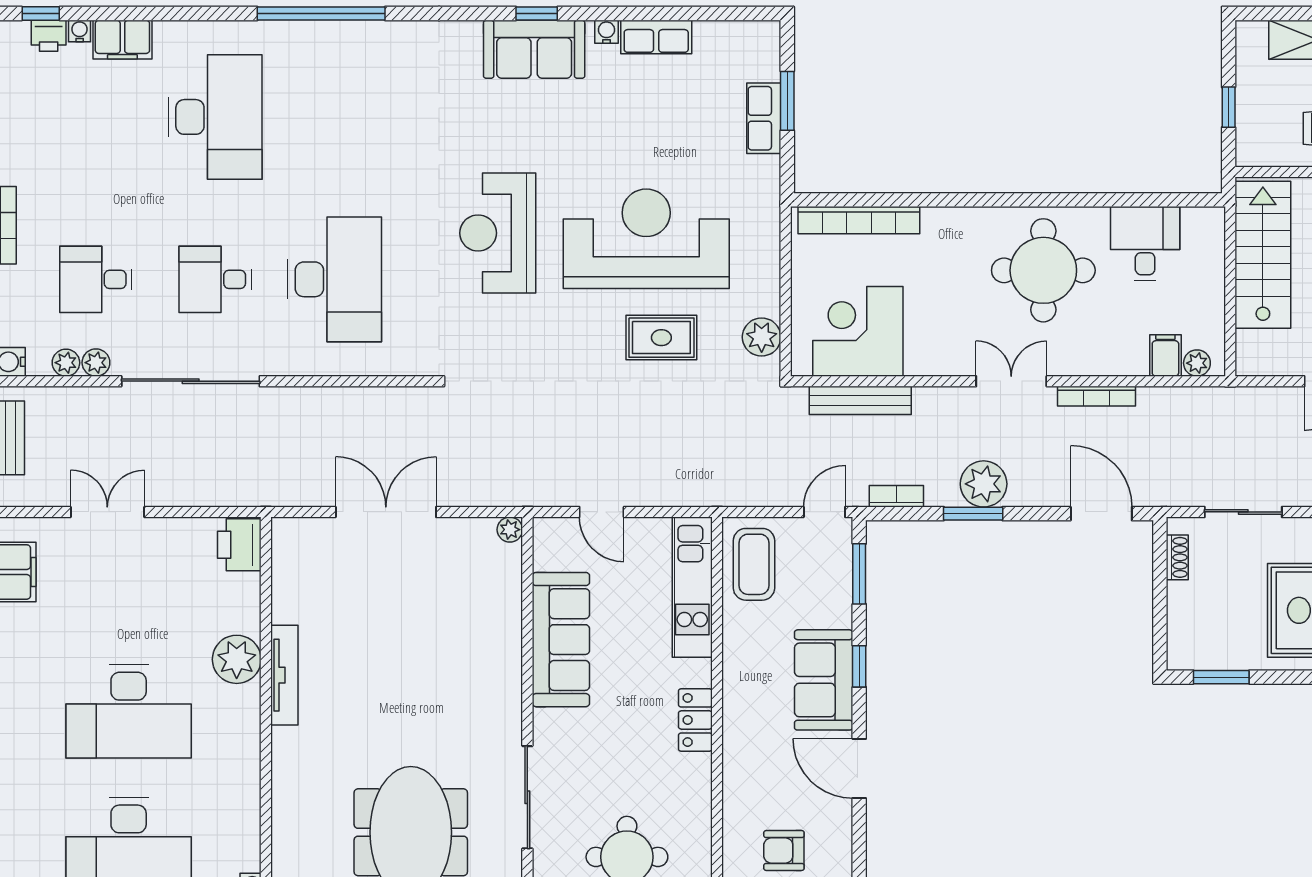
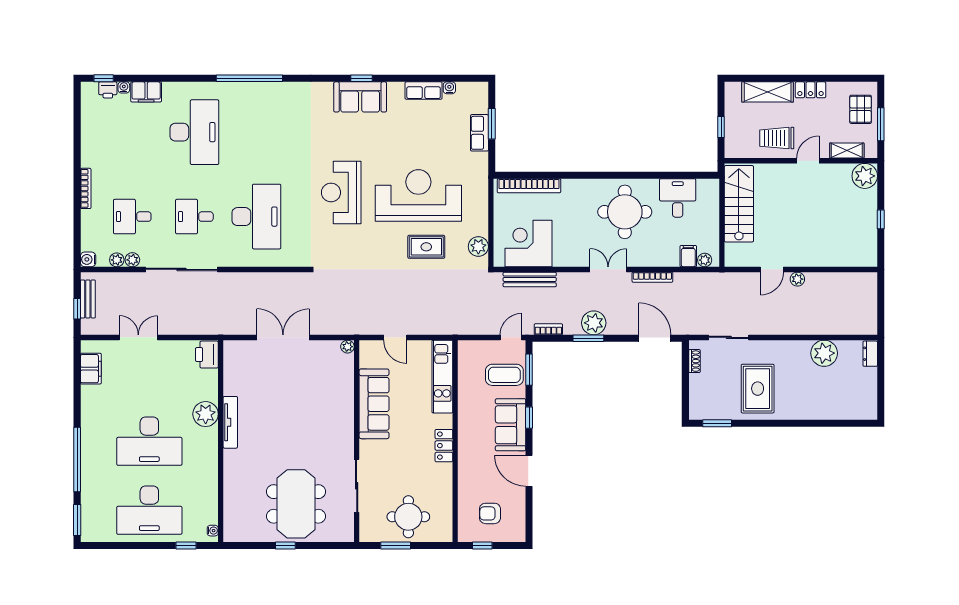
water cooler: (606, 32) -> (449, 88), moved
coffee table: (754, 564) -> (504, 375), moved, turned 90

